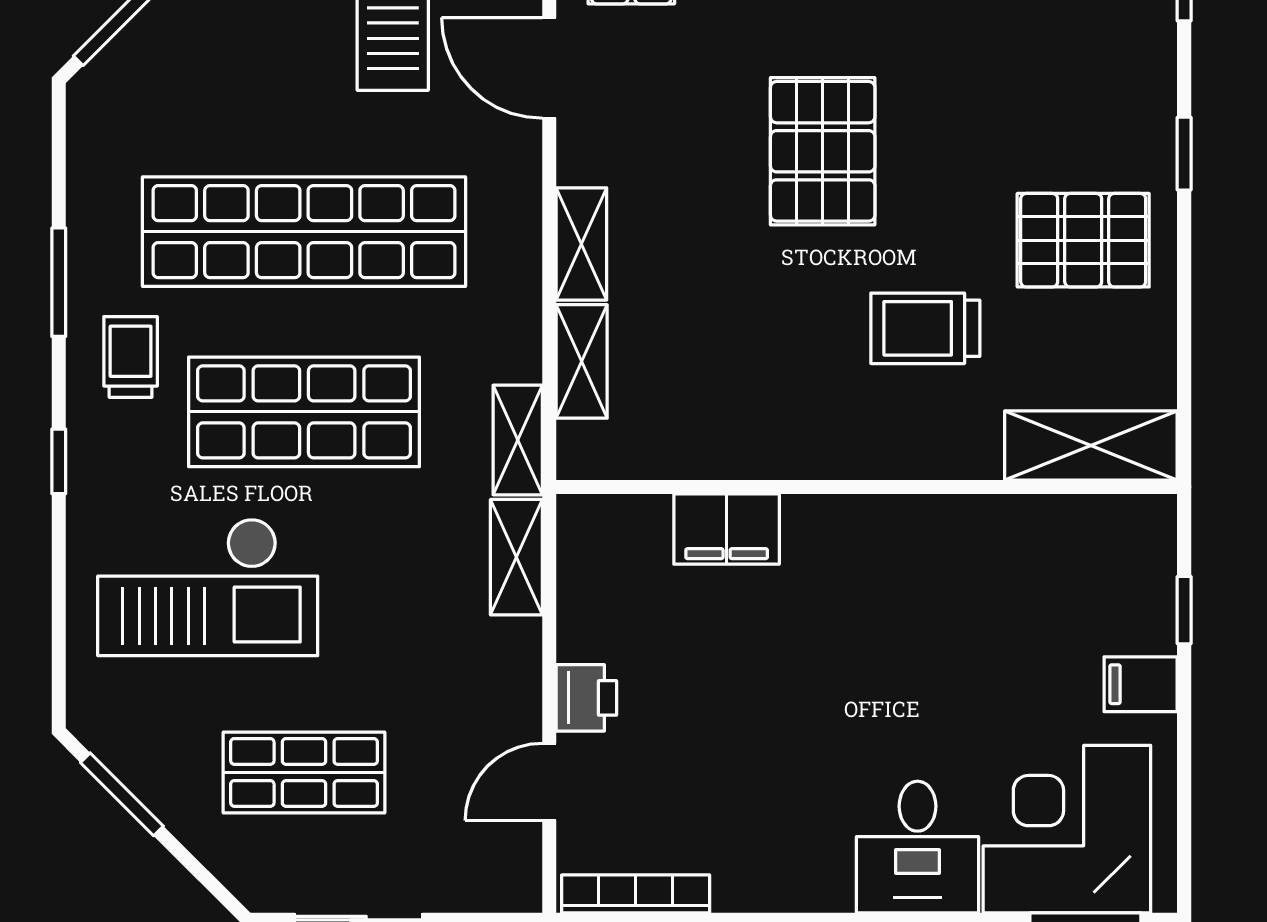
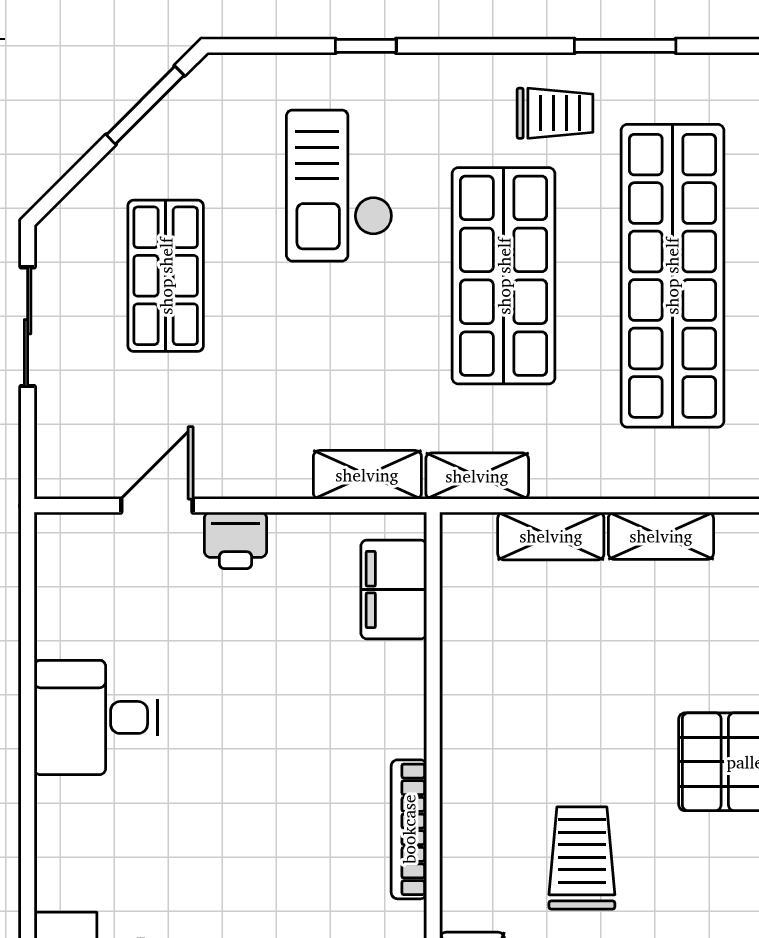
window: (59, 461) -> (366, 46), moved
filing cabinet: (727, 529) -> (394, 589), moved
checkout: (208, 587) -> (339, 186), width x0.73, depth x0.83
door: (549, 782) -> (157, 506), hinge flipped
desk: (917, 847) -> (96, 717), moved
bookcase: (636, 894) -> (409, 829), moved, turned 180

